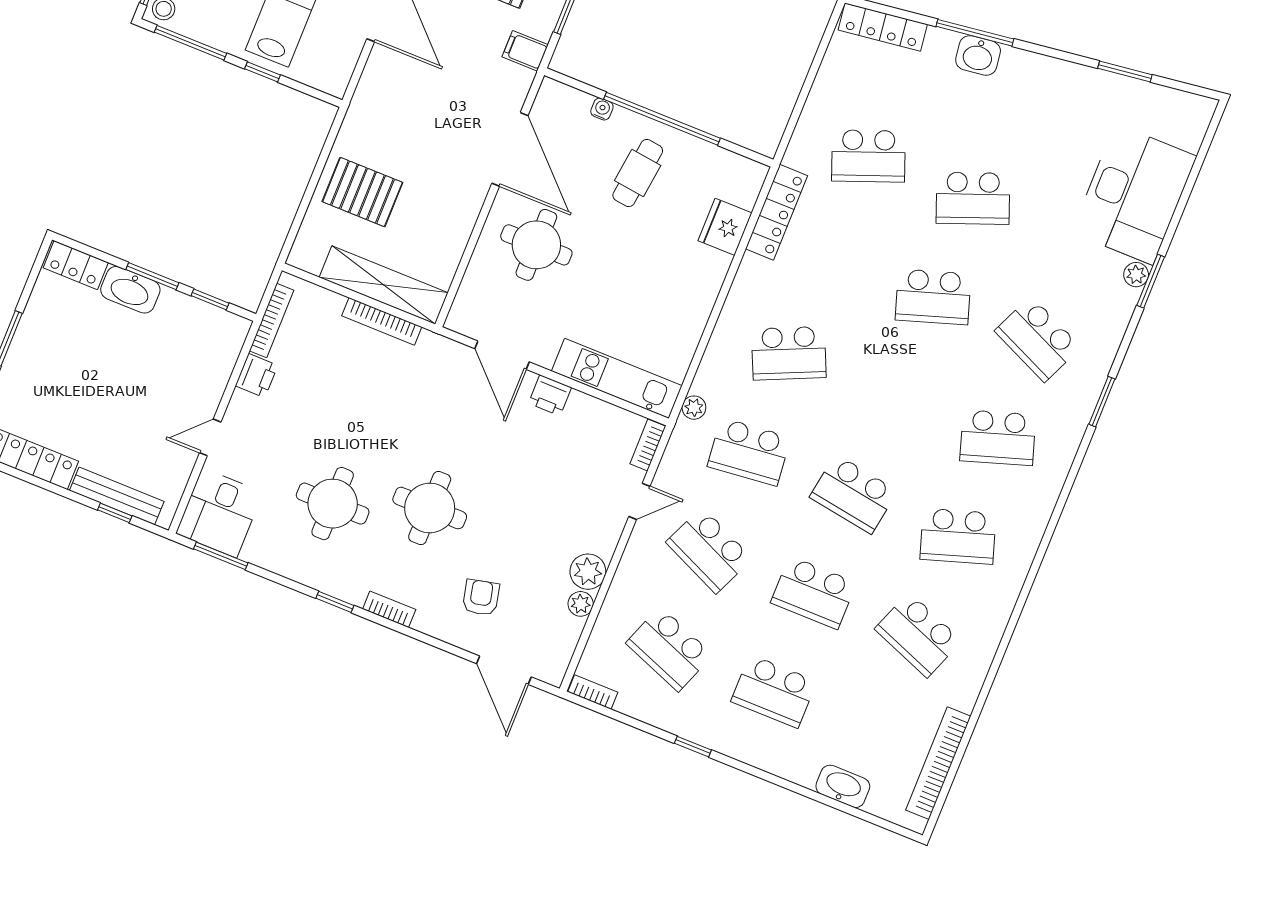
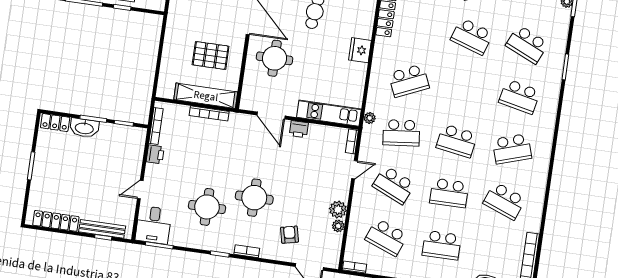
pallet: (362, 192) -> (211, 55), moved
fridge: (725, 227) -> (360, 50), moved
school desk: (933, 297) -> (472, 36), turned 36
school desk: (998, 438) -> (520, 97), turned 30

